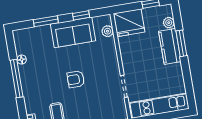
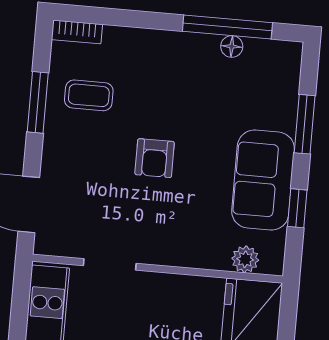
window: (17, 79) -> (227, 27), moved
armchair: (76, 79) -> (155, 158), turned 180

